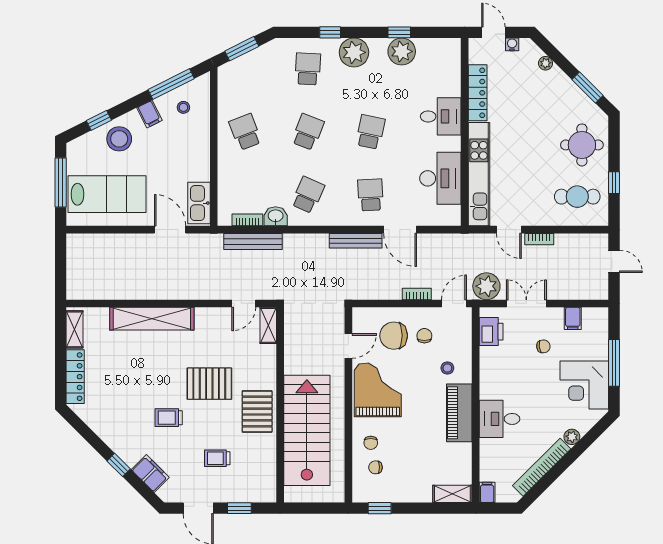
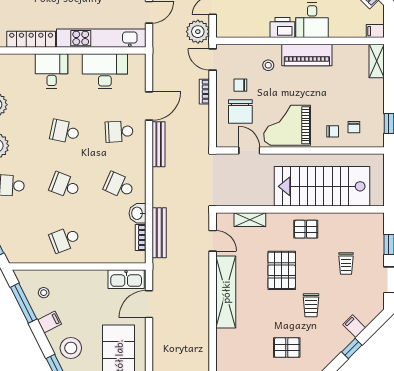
shelving: (152, 319) -> (226, 292), moved
shelving: (268, 325) -> (250, 220), moved
printer: (491, 332) -> (282, 28), moved
pallet: (120, 389) -> (287, 348), added
pallet: (257, 412) -> (306, 229), width x0.67, depth x0.71
filing cabinet: (150, 474) -> (354, 326), width x0.50

